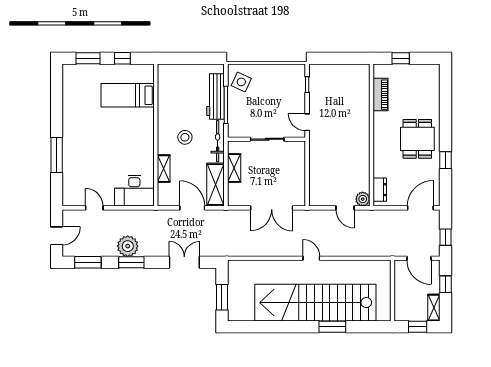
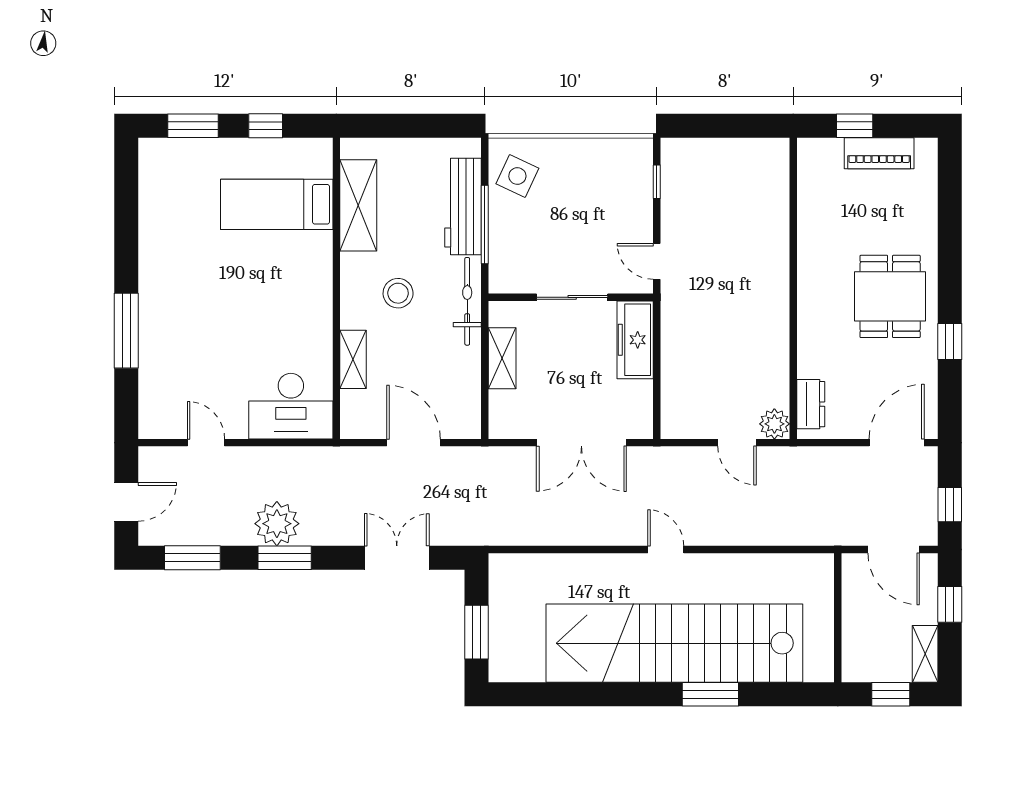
piano: (381, 95) -> (879, 153), moved, turned 90
freezer: (297, 159) -> (635, 340), added
shelving: (216, 185) -> (358, 205), moved

